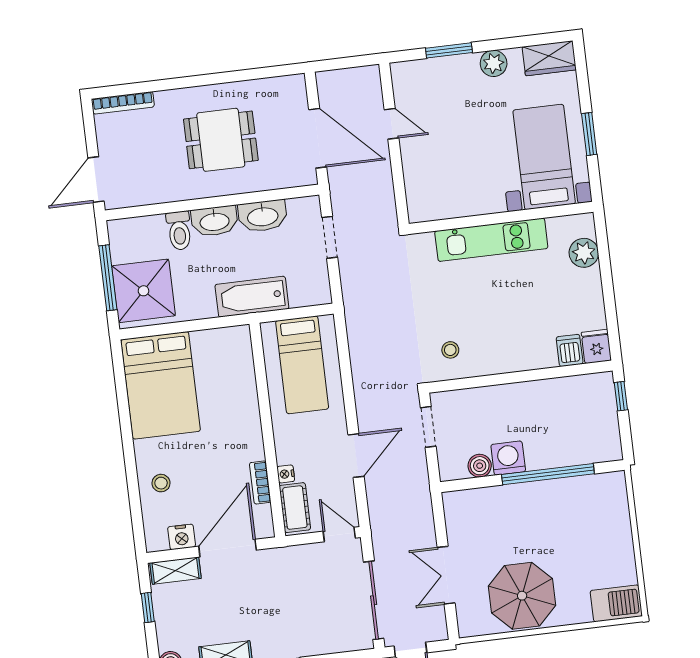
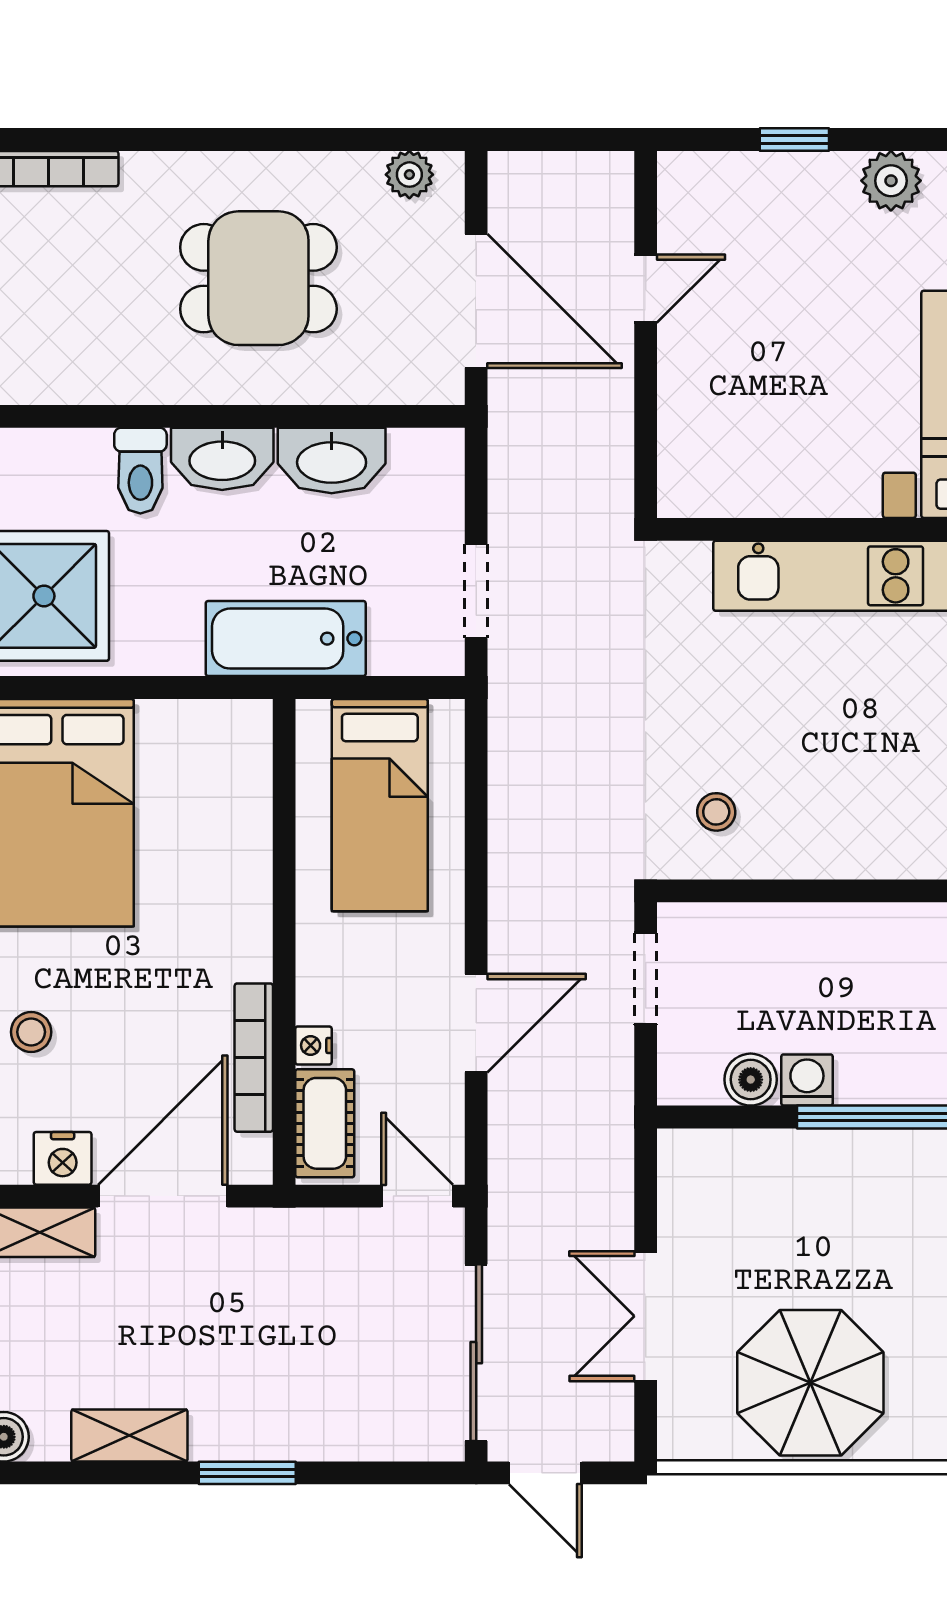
window: (449, 50) -> (794, 139), width x0.67
plant: (282, 86) -> (409, 175), added
door: (391, 124) -> (646, 289), hinge flipped
doorway: (330, 237) -> (476, 591), moved
washing machine: (508, 458) -> (807, 1080), width x0.73, depth x0.73
bookcase: (260, 482) -> (254, 1058), width x1.56

